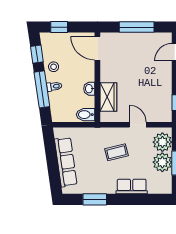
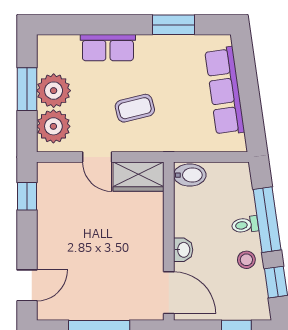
washbasin: (89, 89) -> (183, 250), moved
wardrobe: (108, 97) -> (139, 177), moved, turned -90

